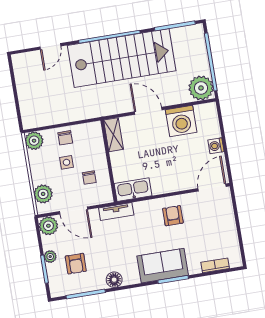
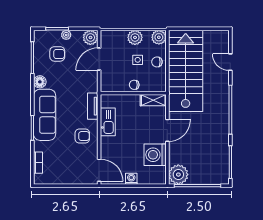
stairs: (122, 58) -> (186, 71), moved, turned 180
chair: (89, 178) -> (134, 85), moved
kitchen sink: (133, 190) -> (108, 122), moved
plant: (43, 194) -> (135, 37), moved
tv unit: (116, 212) -> (93, 106), moved
armchair: (76, 264) -> (57, 54), turned 180
sofa: (163, 266) -> (45, 115), width x1.36

